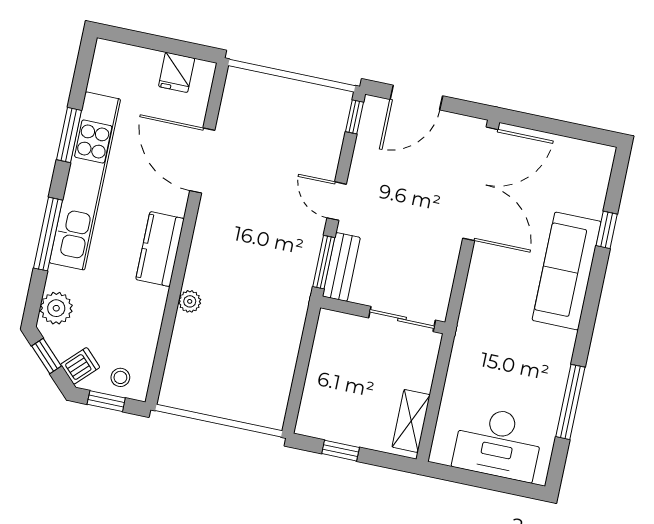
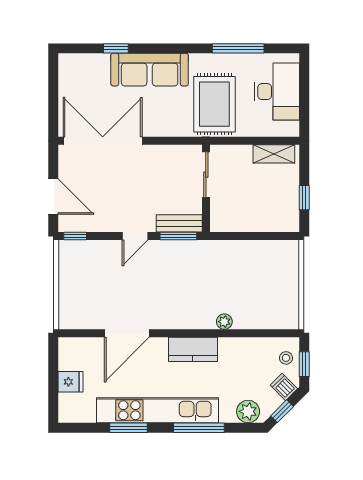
fridge: (177, 72) -> (70, 382), moved
rug: (499, 352) -> (214, 104), added

